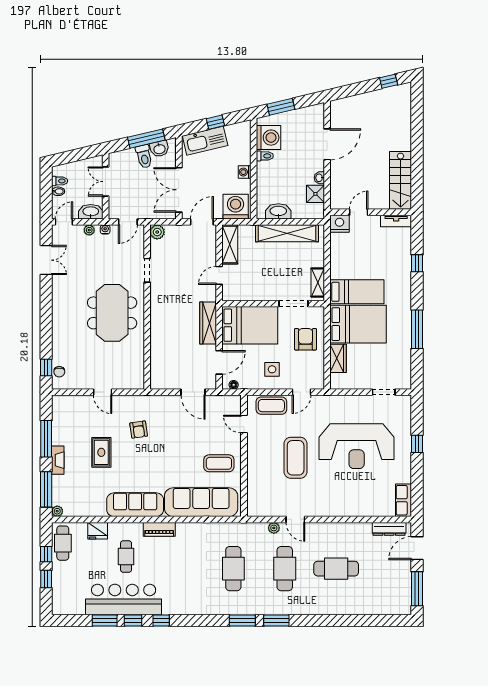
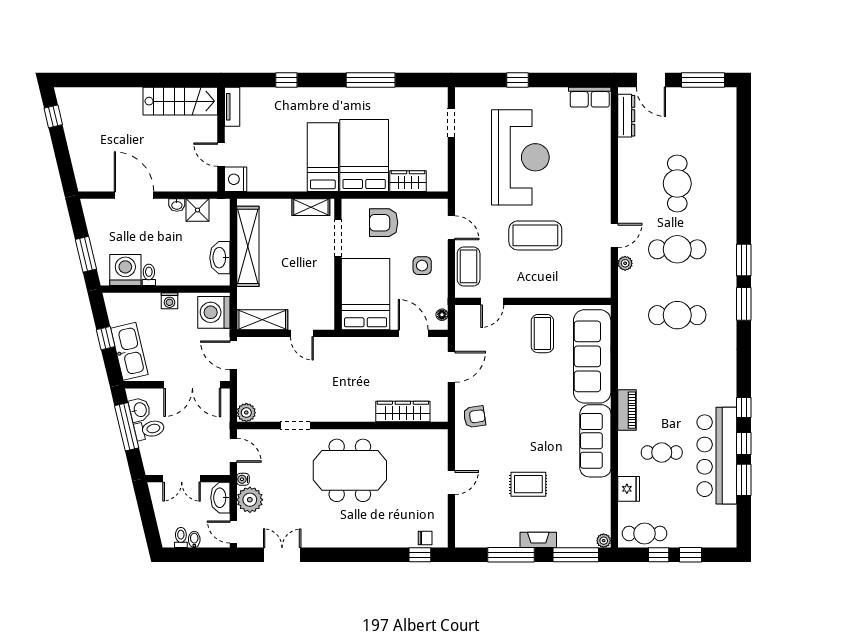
plant: (89, 230) -> (250, 500), width x1.87, depth x1.87
wardrobe: (208, 323) -> (403, 411), moved, turned 180
armchair: (139, 430) -> (474, 417), moved

